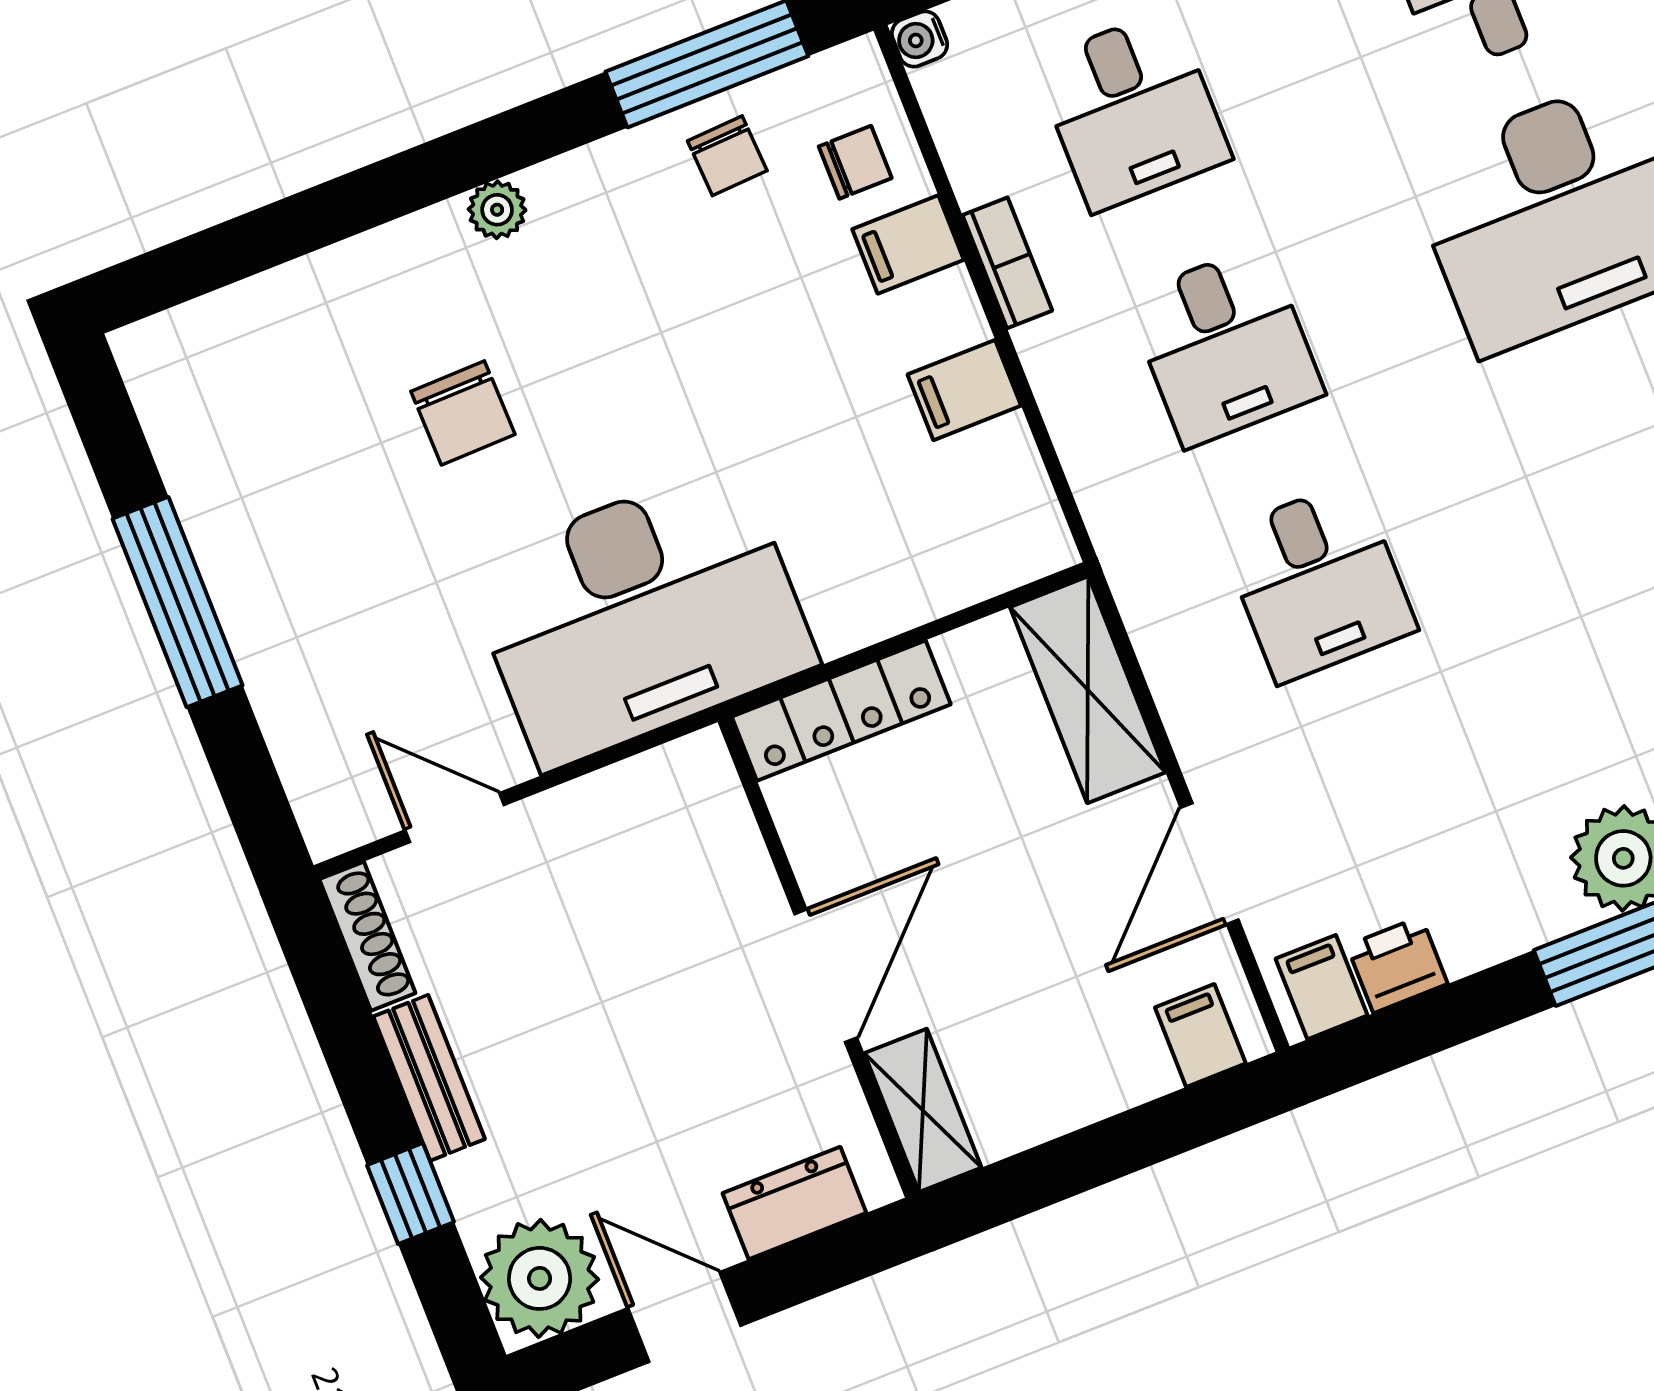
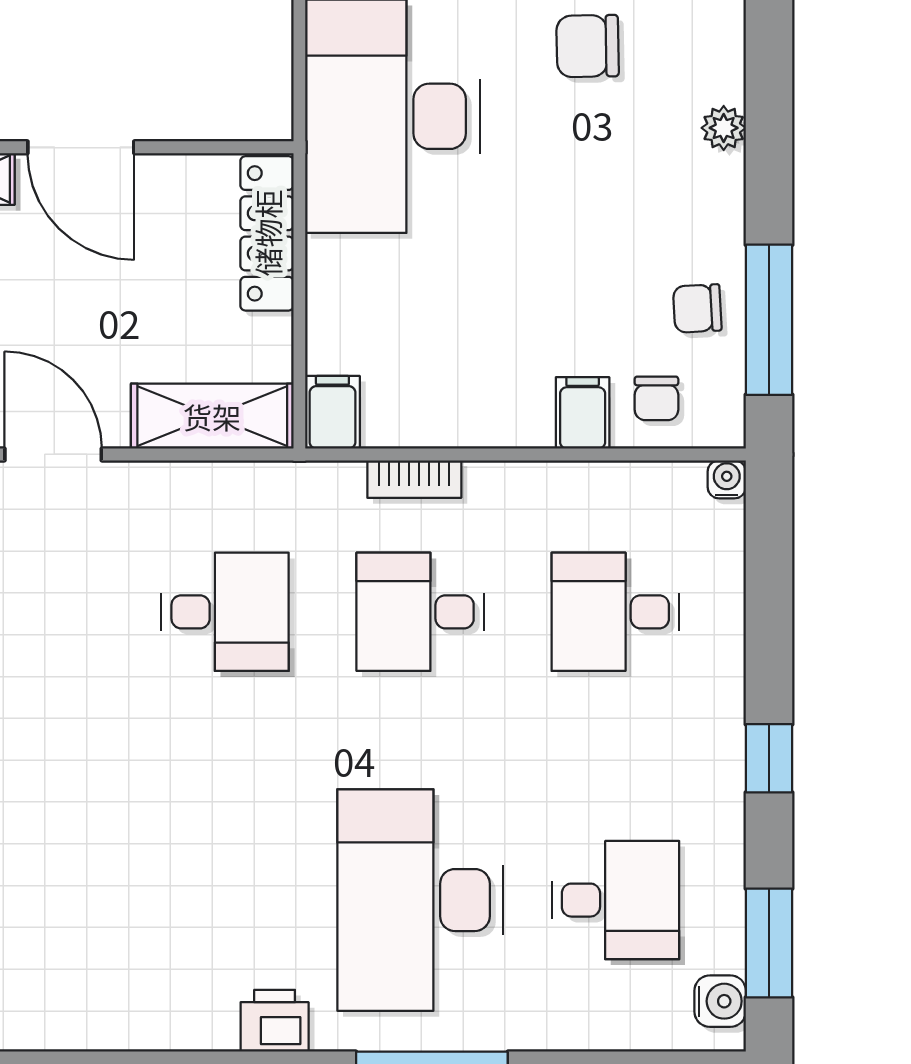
bookcase: (1007, 263) -> (414, 479), moved
filing cabinet: (964, 390) -> (332, 412), moved
desk: (1318, 581) -> (225, 612), turned 180

